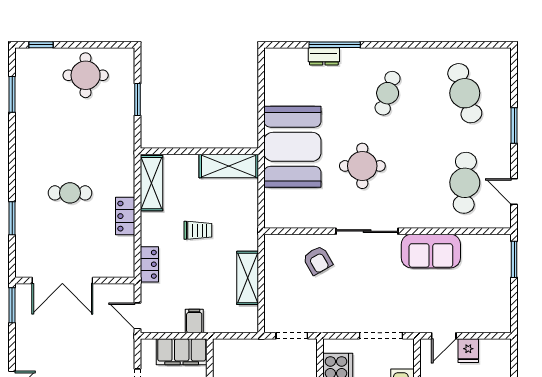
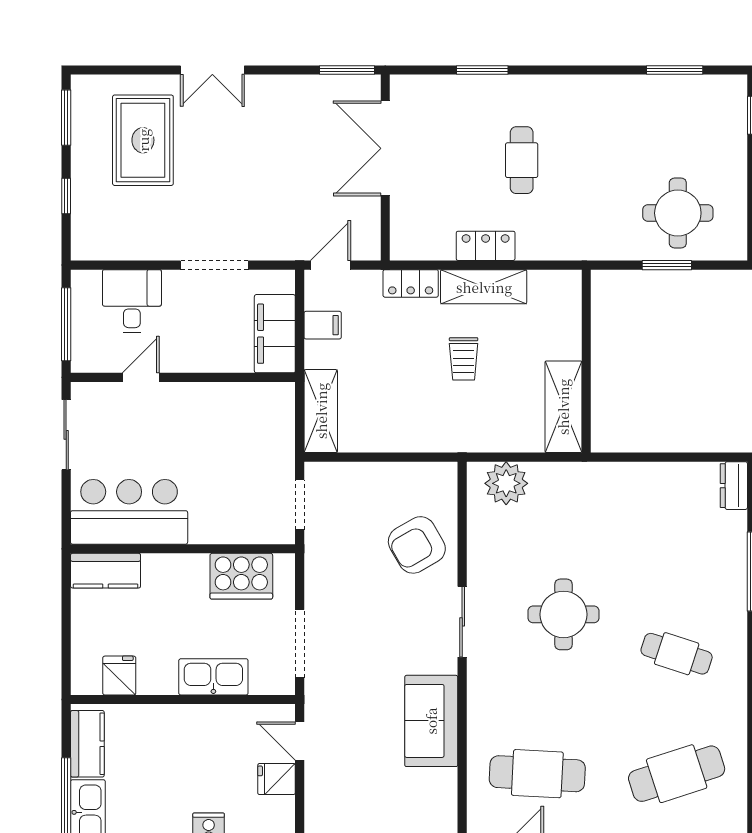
dresser: (324, 56) -> (734, 486), moved
round table: (86, 75) -> (678, 213), moved
booth: (292, 147) -> (593, 506), removed
shelving: (151, 183) -> (484, 287), moved
plant: (278, 203) -> (506, 483), added
sliding door: (367, 231) -> (462, 622), width x0.73
armchair: (318, 260) -> (417, 545), width x1.38, depth x1.38
shelving: (248, 278) -> (321, 411), moved, turned 90
filing cabinet: (194, 321) -> (323, 325), moved

